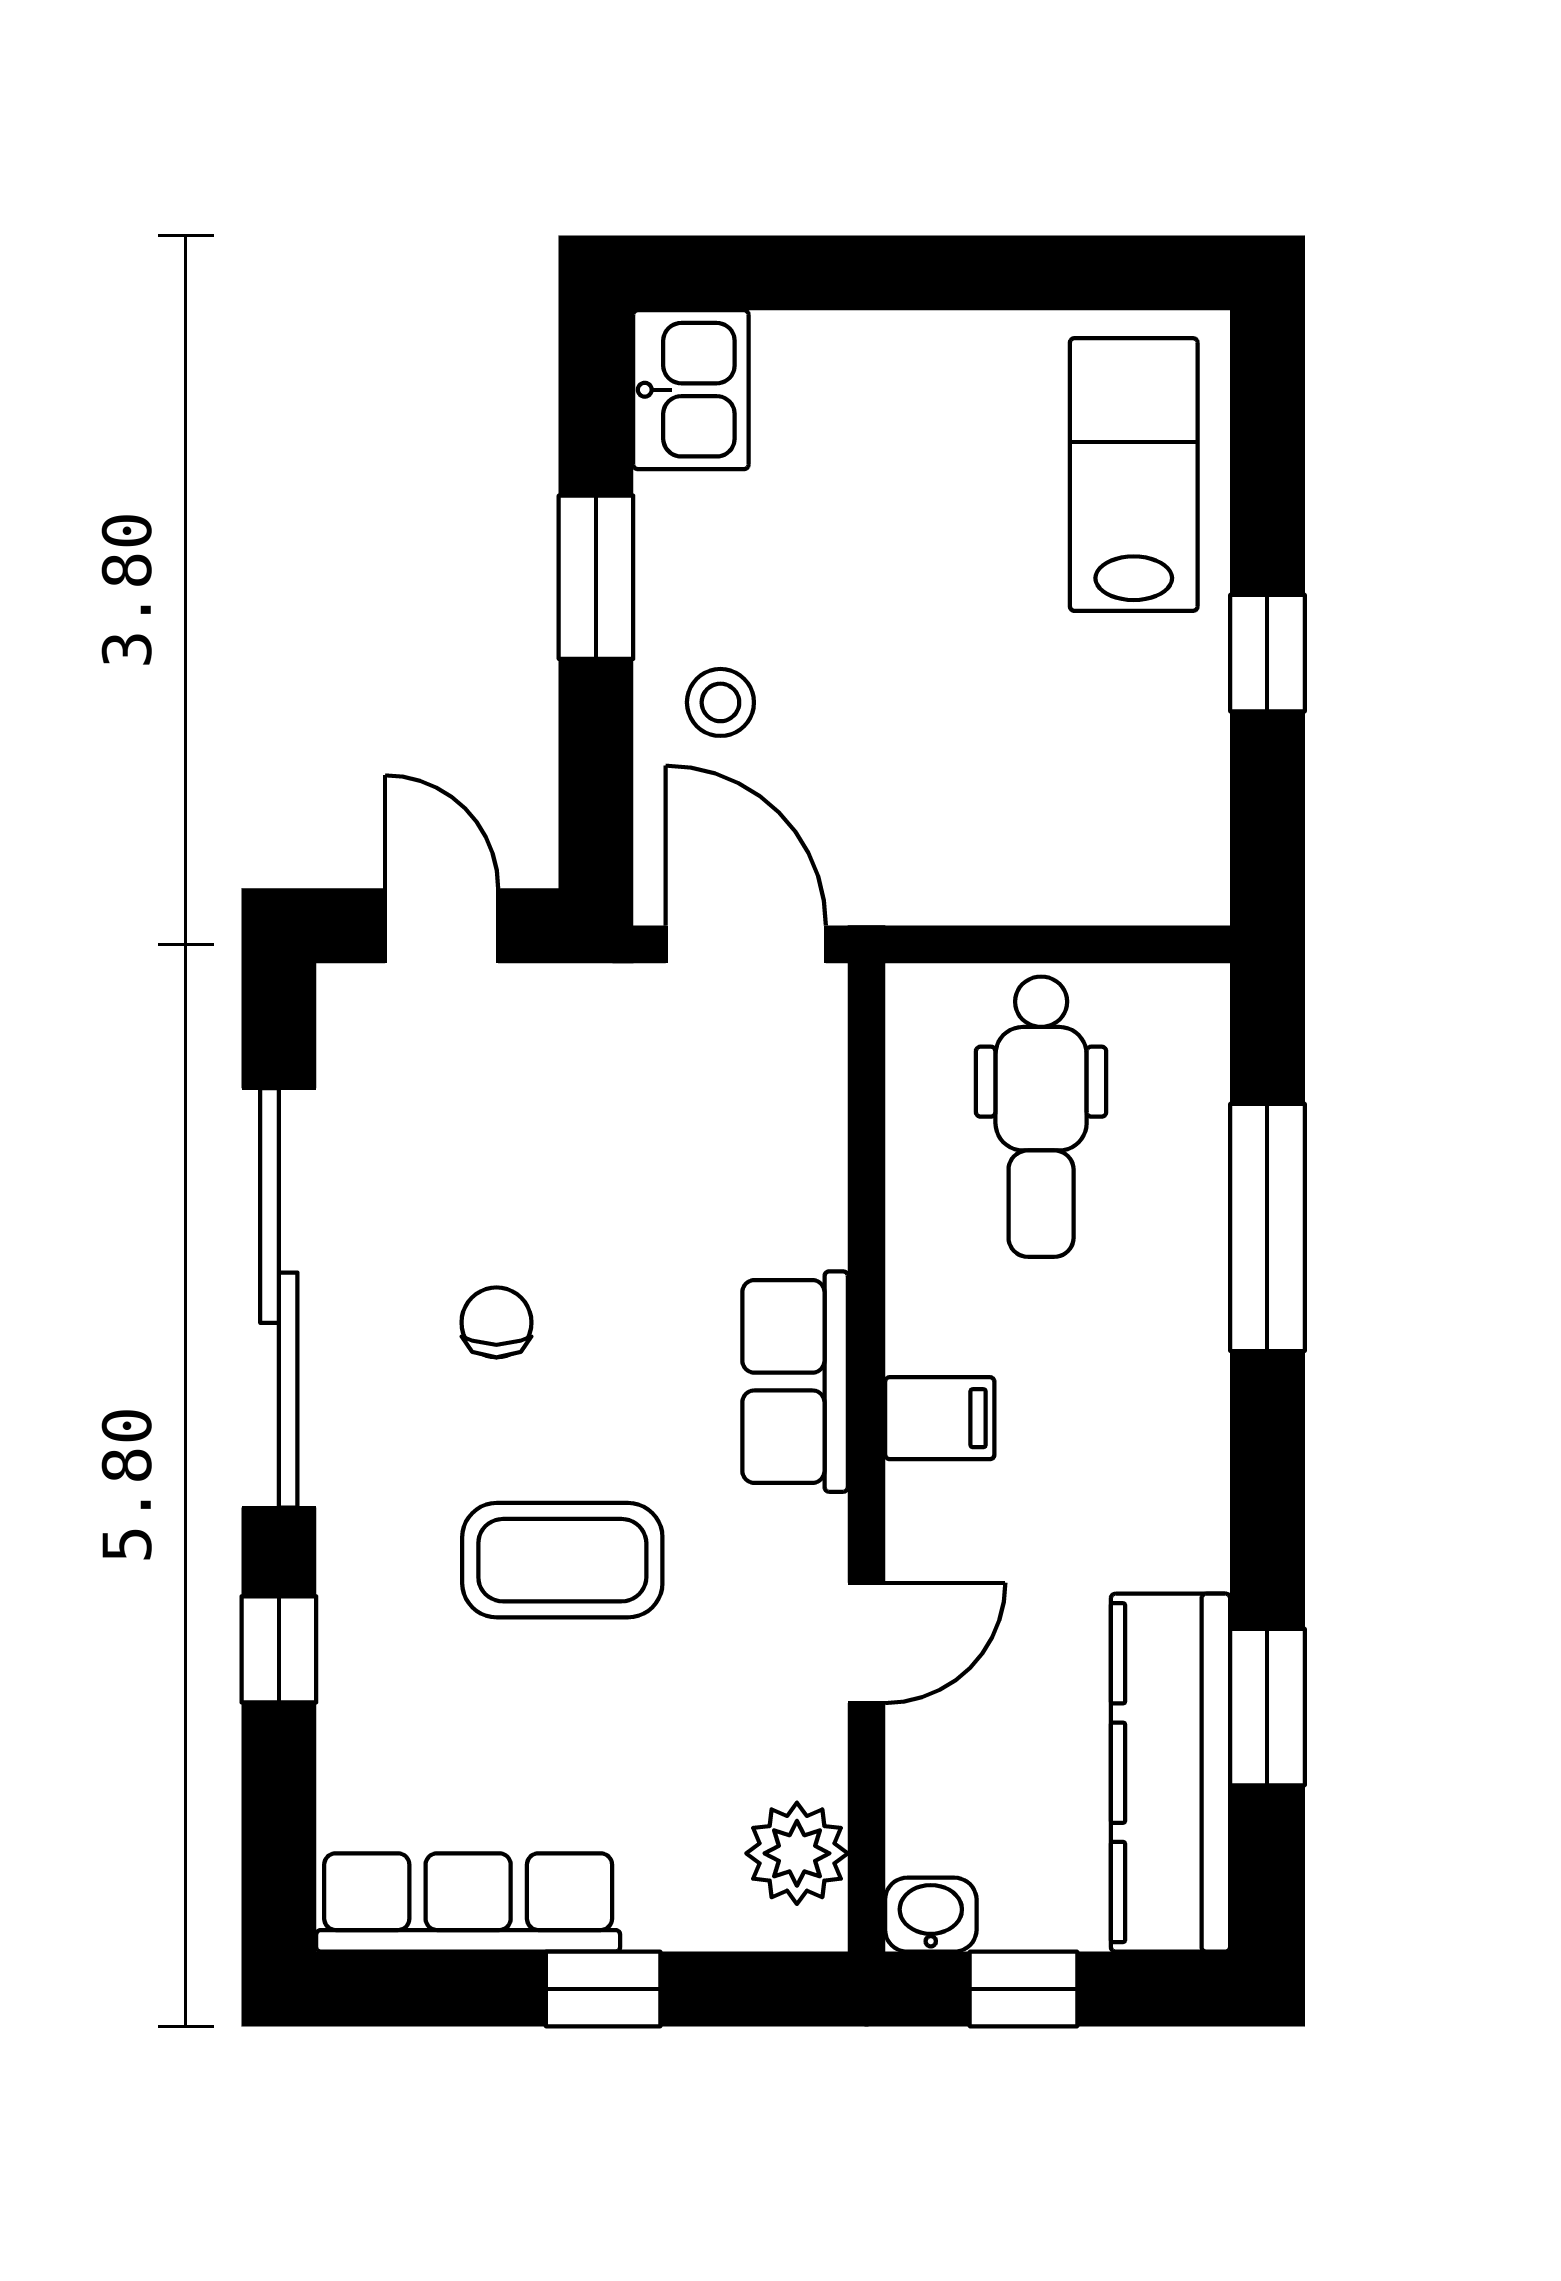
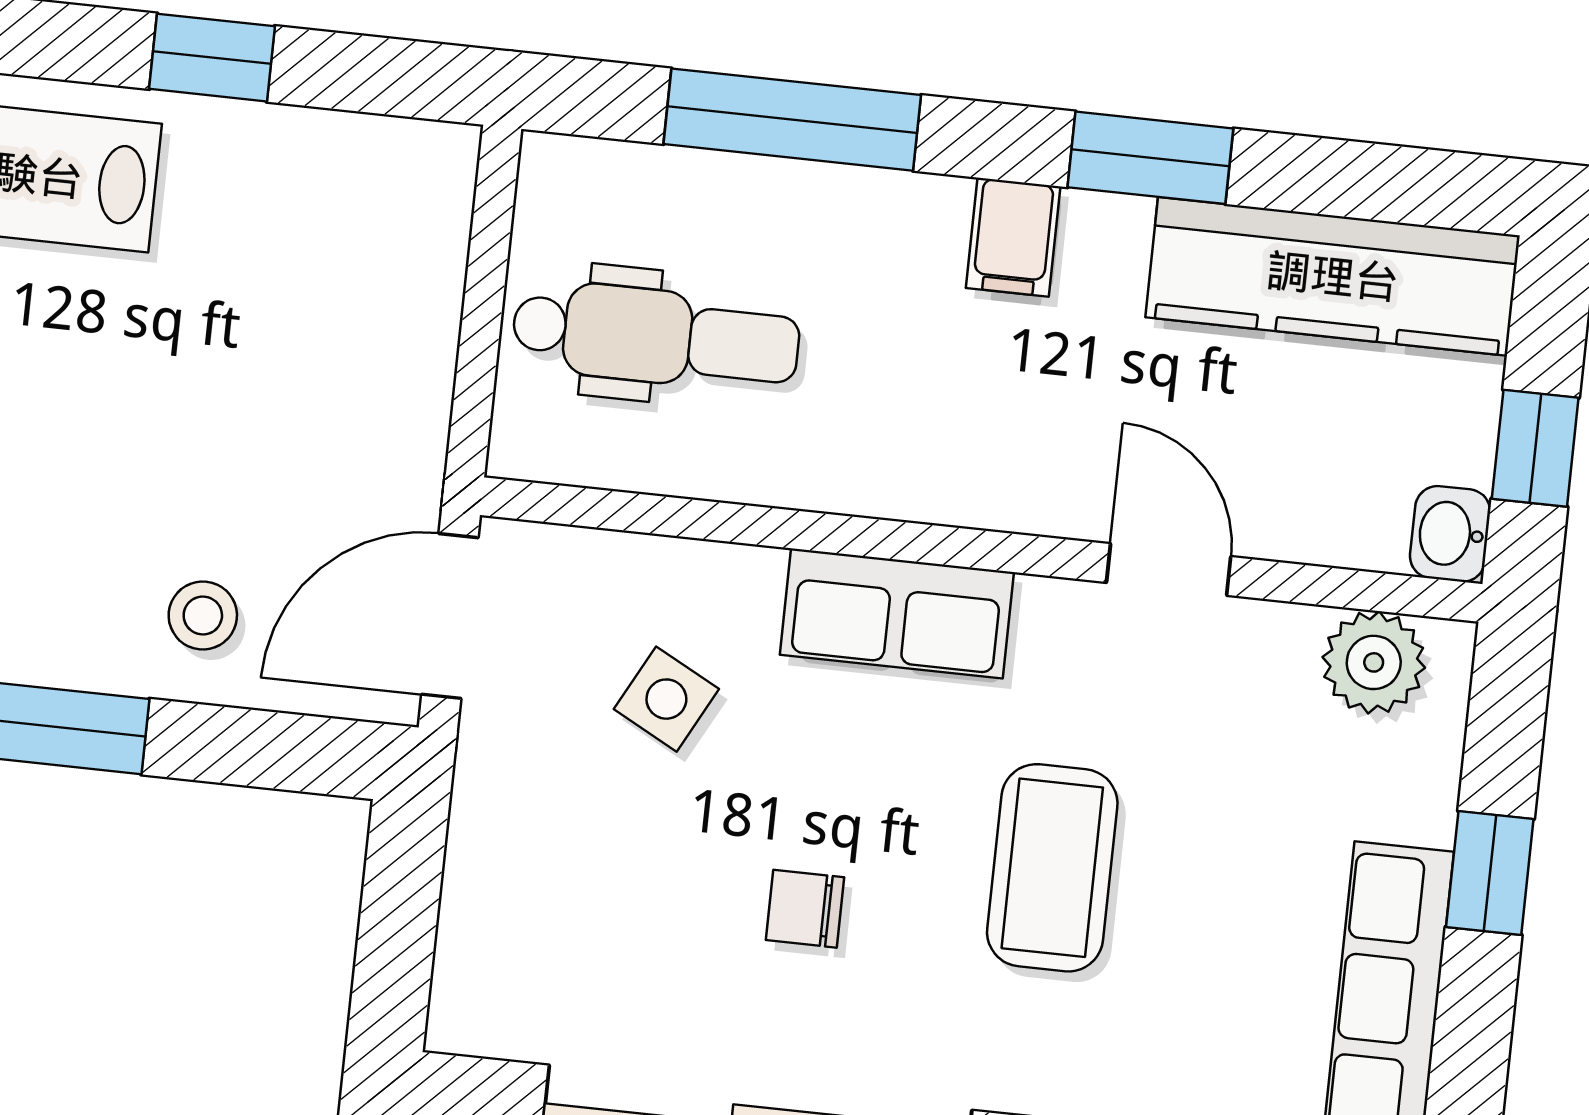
door: (442, 926) -> (398, 921), removed
side table: (687, 1165) -> (666, 699), added
filing cabinet: (940, 1418) -> (1013, 237), moved, turned 180
window: (1267, 1707) -> (1150, 158), moved

